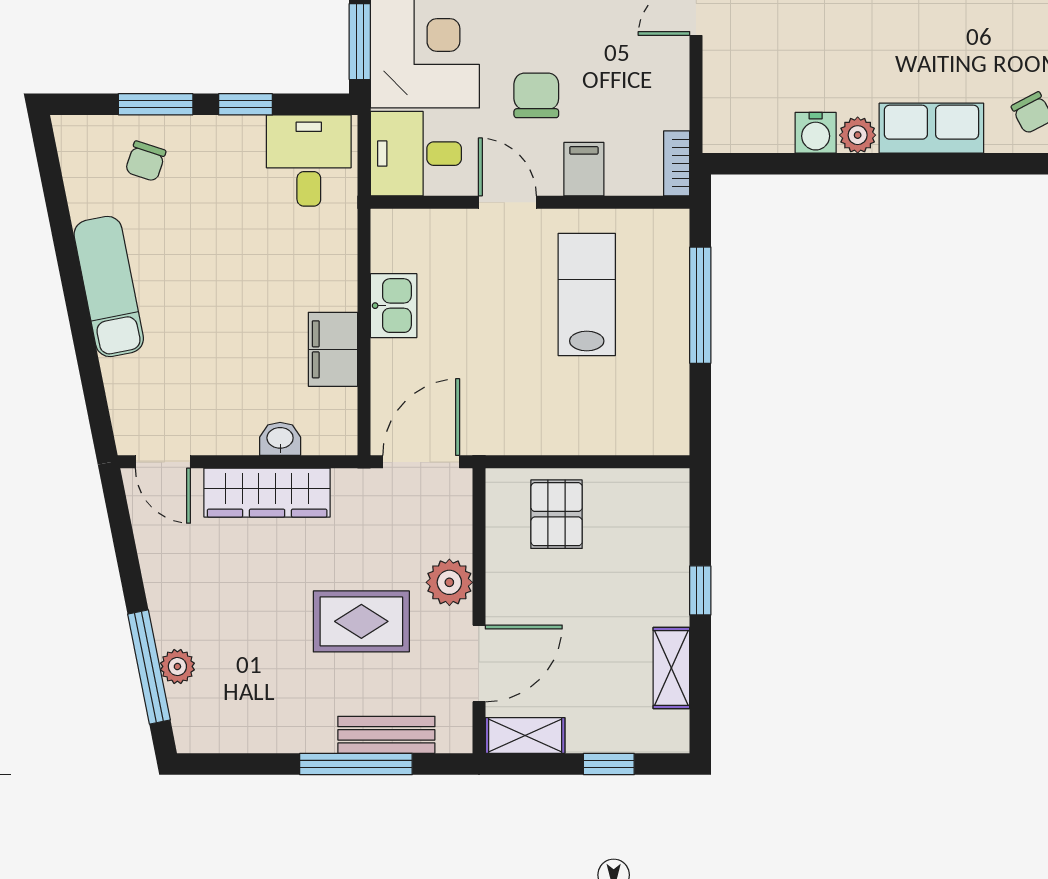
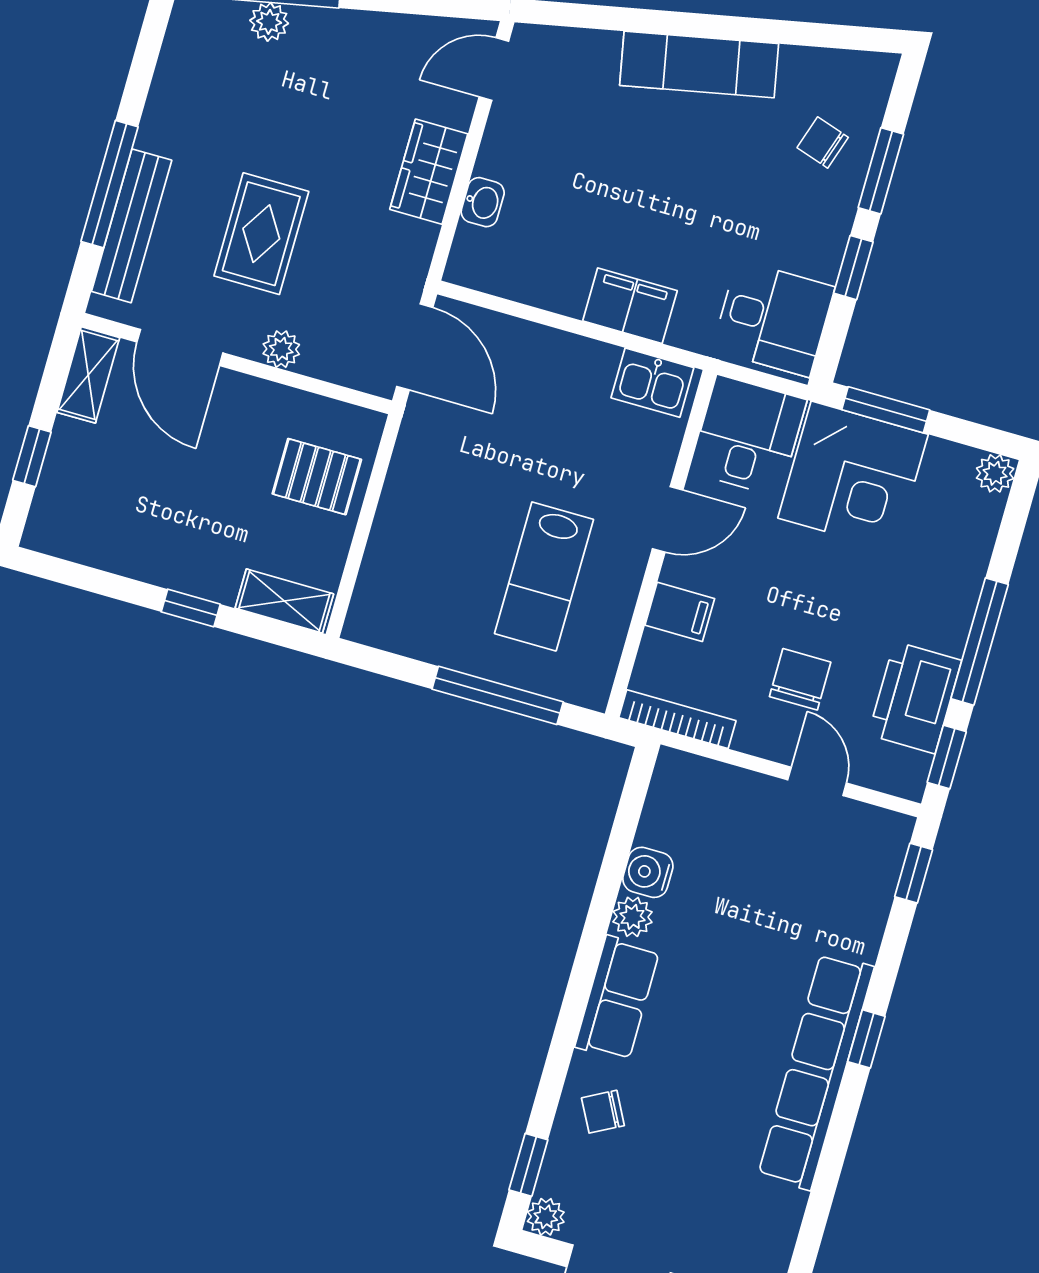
chair: (536, 95) -> (800, 679), moved, turned -90
bookcase: (677, 163) -> (677, 719), width x1.56
lab bench: (587, 294) -> (544, 576), turned 90
kitchen sink: (394, 306) -> (652, 383), moved
filing cabinet: (333, 349) -> (630, 306), moved
wardrobe: (267, 493) -> (429, 172), width x0.67
plant: (449, 582) -> (281, 349), width x0.73, depth x0.73
shelving: (671, 668) -> (284, 601), moved
bench: (386, 735) -> (132, 226), width x1.36

